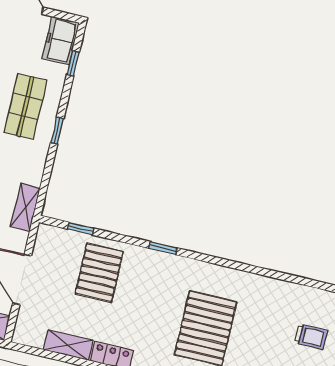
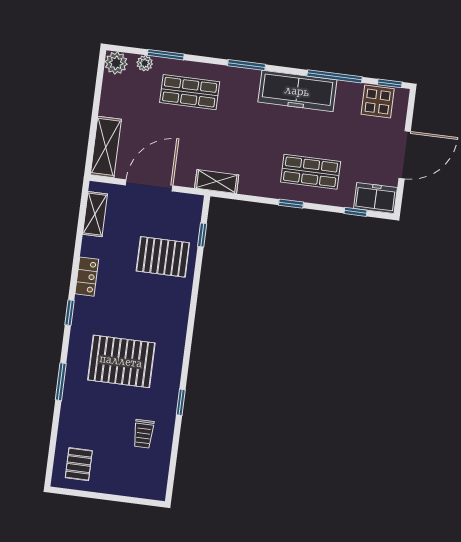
window: (163, 248) -> (181, 402), moved
trolley: (311, 337) -> (143, 434), moved
shelving: (68, 345) -> (95, 214), moved

